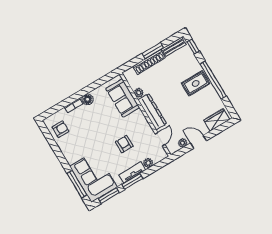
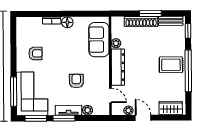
armchair: (61, 129) -> (35, 53), moved
door: (160, 139) -> (110, 95), hinge flipped

